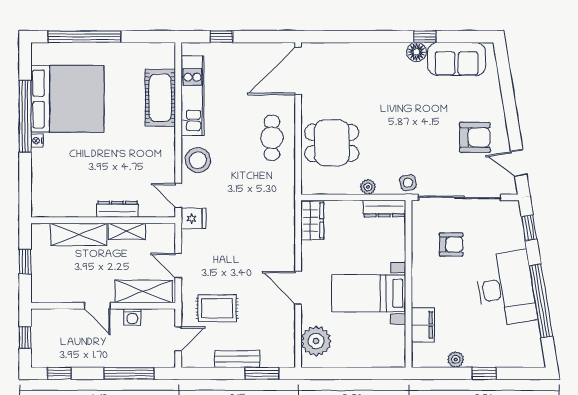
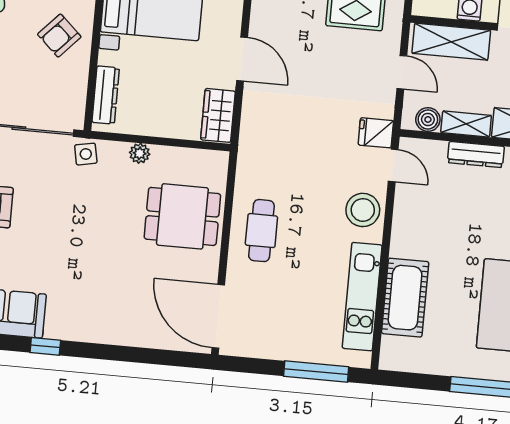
window: (221, 37) -> (316, 371), width x2.17
floor lamp: (417, 52) -> (58, 327), removed
door: (298, 71) -> (218, 316), swing flipped
dresser: (384, 209) -> (106, 95), moved, turned 90
boiler: (156, 232) -> (428, 120), added
armchair: (451, 244) -> (59, 36), moved, turned -47
door: (298, 288) -> (242, 59), moved

